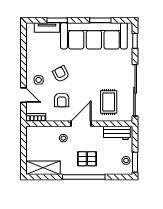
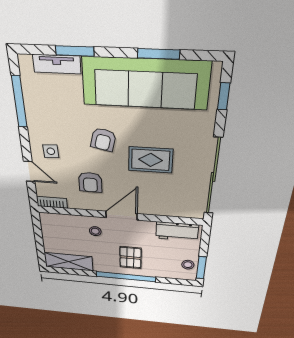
window: (23, 50) -> (19, 102), added
armchair: (61, 74) -> (103, 140), moved, turned -140
rug: (109, 102) -> (151, 160), moved, turned 90
pallet: (87, 159) -> (130, 258), turned 90

